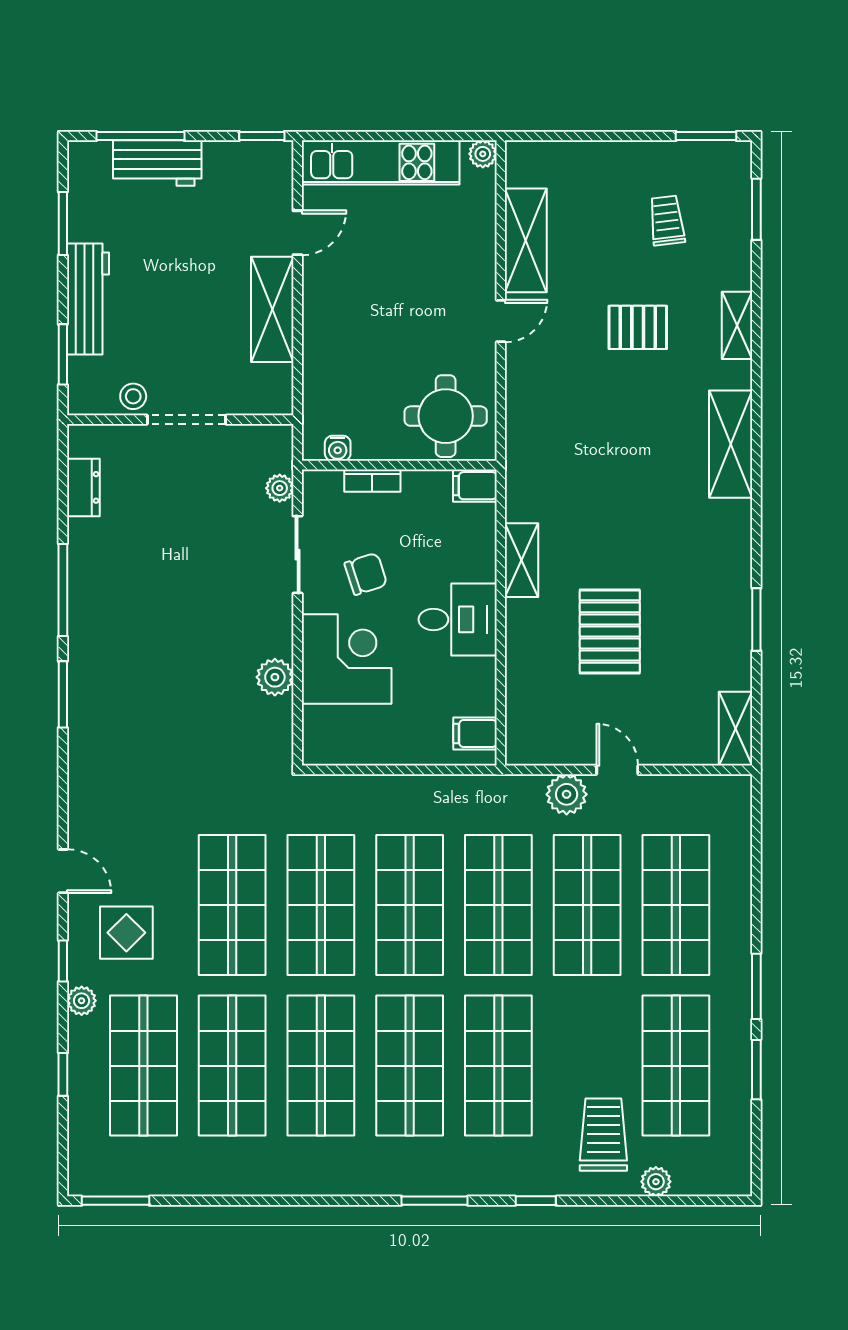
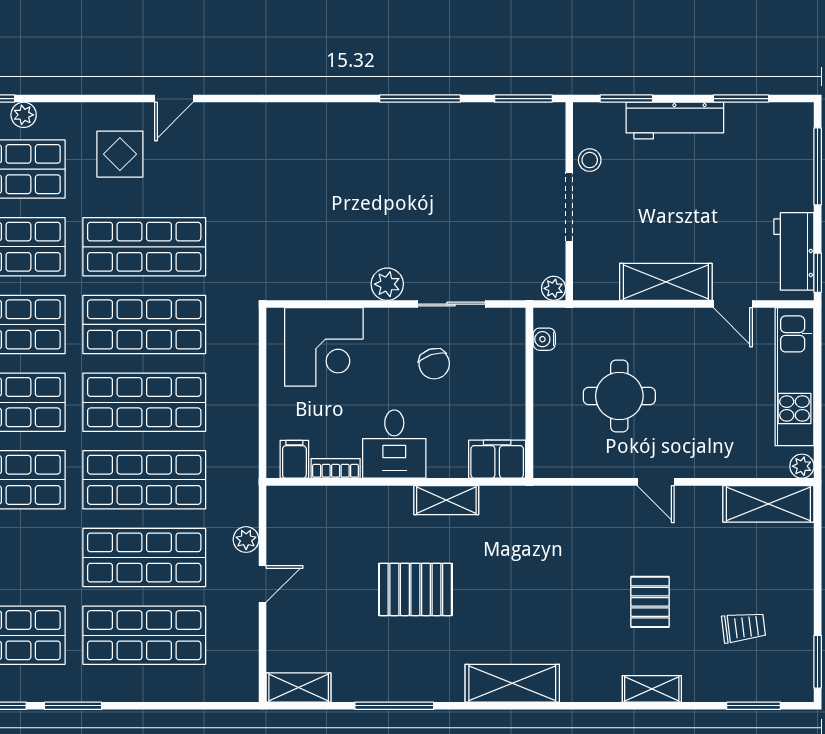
workbench: (157, 163) -> (794, 251), moved
shelving: (526, 240) -> (768, 504), moved
round table: (446, 416) -> (619, 396), moved
shelving: (731, 444) -> (512, 683), moved
bookcase: (372, 481) -> (336, 468), moved, turned 90
filing cabinet: (475, 486) -> (497, 459), width x2.00
dresser: (83, 487) -> (510, 116), removed
plant: (280, 488) -> (554, 288), moved
window: (756, 619) -> (394, 706), width x1.44
pallet: (610, 631) -> (415, 589), moved
corner desk: (347, 659) -> (324, 347), moved
plant: (275, 677) -> (387, 284), moved
window: (63, 694) -> (523, 99), moved
plant: (567, 794) -> (246, 540), width x0.73, depth x0.73
window: (63, 961) -> (95, 99), removed
plant: (82, 1001) -> (24, 115), moved

